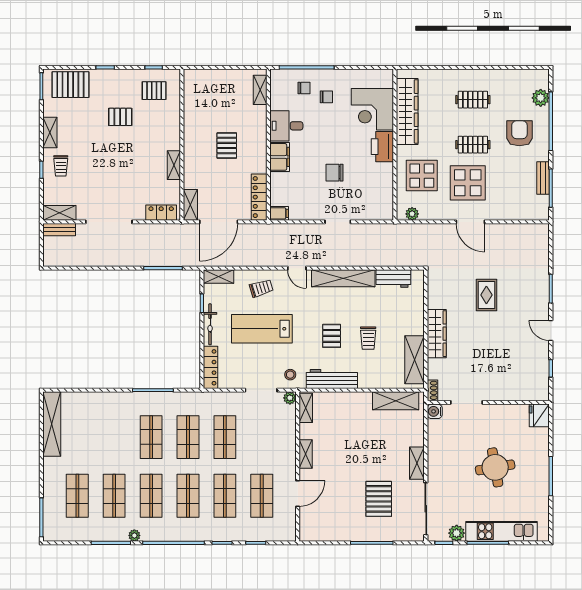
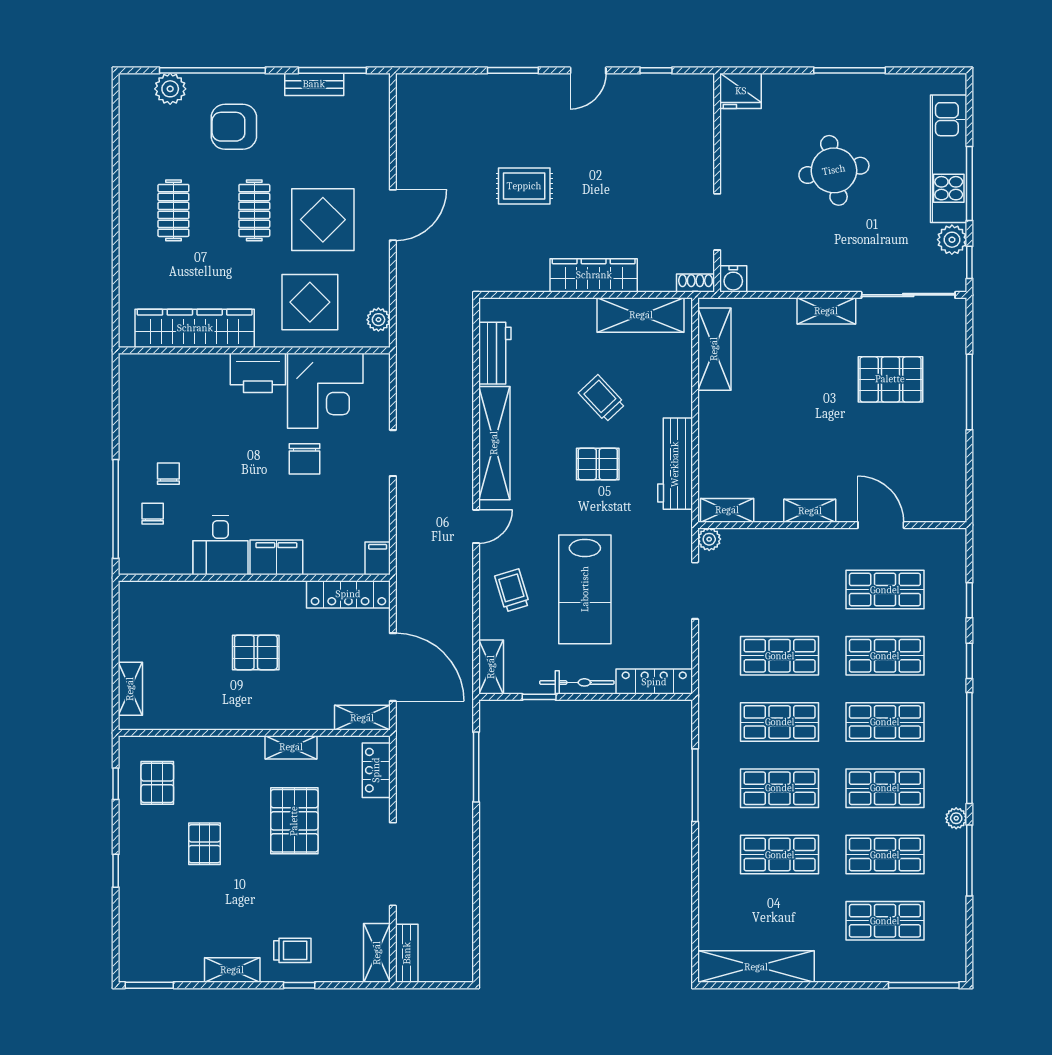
pallet: (70, 85) -> (294, 821), moved
shelving: (260, 90) -> (130, 689), moved, turned 90
corner desk: (372, 109) -> (325, 391), moved
trolley: (368, 338) -> (602, 398), turned -133
stool: (290, 375) -> (667, 538), removed
shop shelf: (114, 437) -> (780, 855), added

